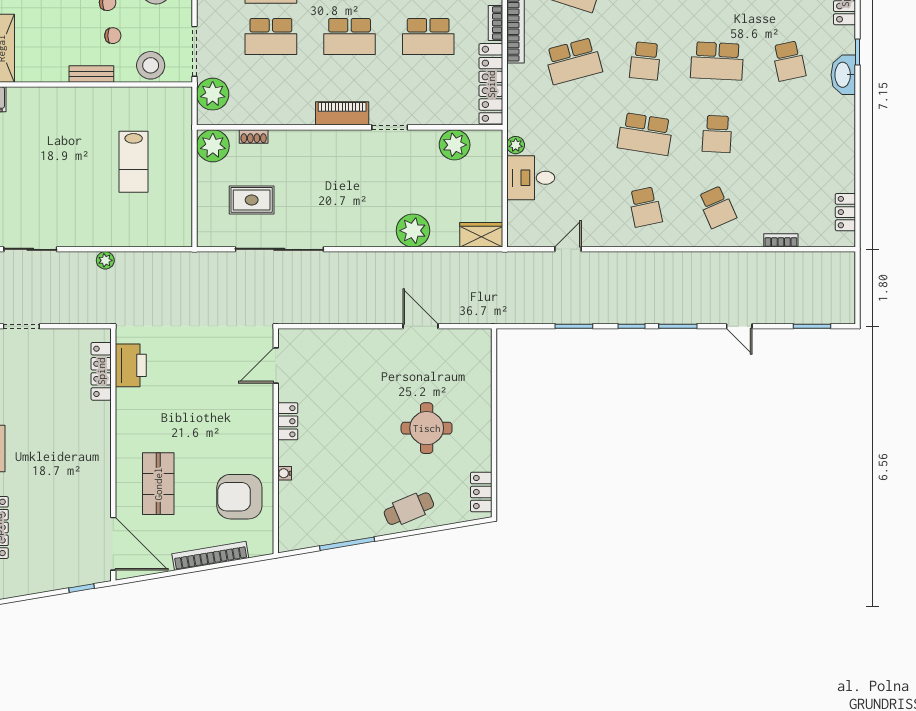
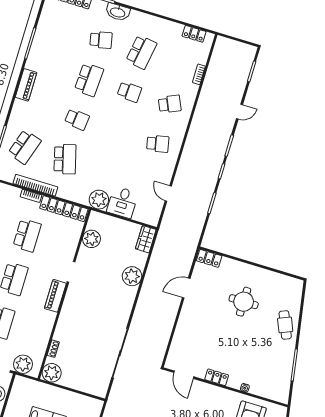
school desk: (645, 134) -> (141, 52), moved
plant: (516, 145) -> (99, 200), width x1.88, depth x1.88
rug: (252, 200) -> (88, 360), removed
locker: (481, 492) -> (209, 258), moved

